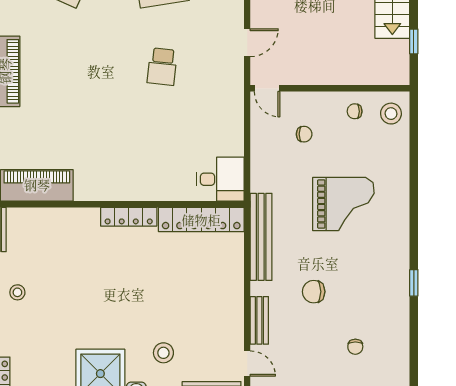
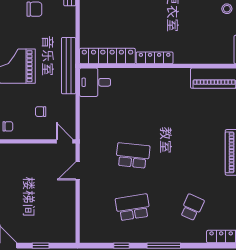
school desk: (162, 67) -> (133, 155), width x1.85
bench: (261, 237) -> (69, 66), moved

